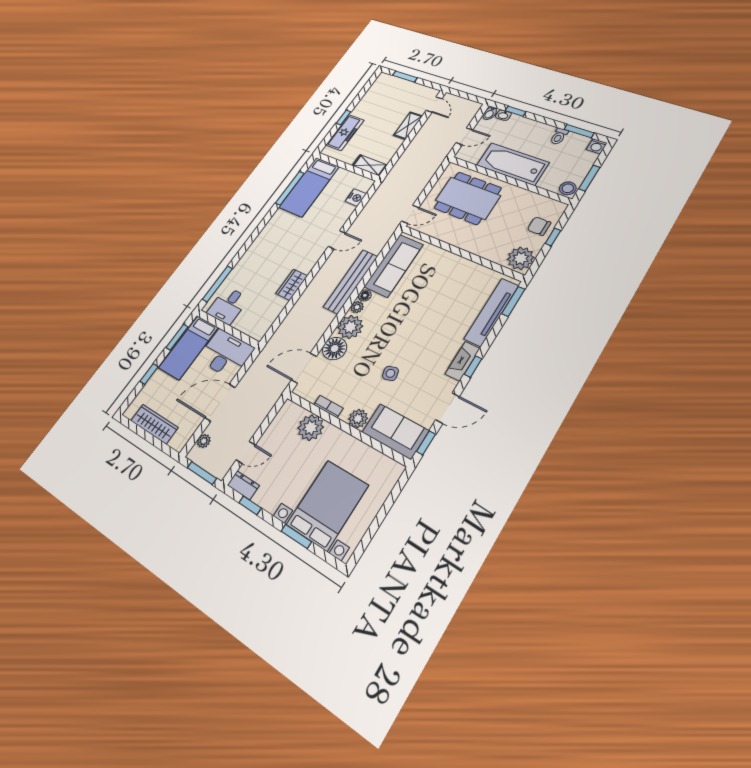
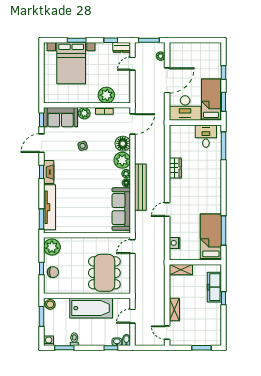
dining table: (468, 198) -> (104, 273), turned 90
wardrobe: (154, 424) -> (197, 49), removed

